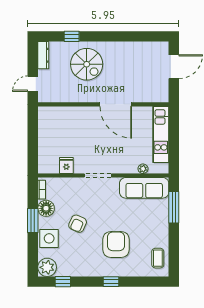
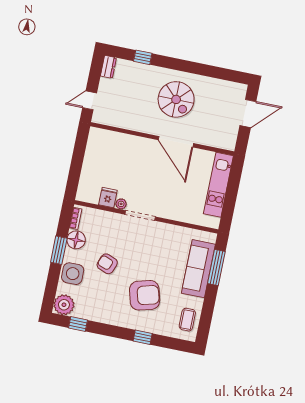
dresser: (43, 55) -> (108, 67), width x0.70
spiral stairs: (87, 64) -> (176, 99), moved
plant: (143, 169) -> (121, 204), moved
sofa: (144, 188) -> (198, 269), moved, turned 90
armchair: (78, 224) -> (107, 264), turned 87
armchair: (116, 245) -> (145, 295), turned 75
window: (111, 282) -> (143, 337), moved

